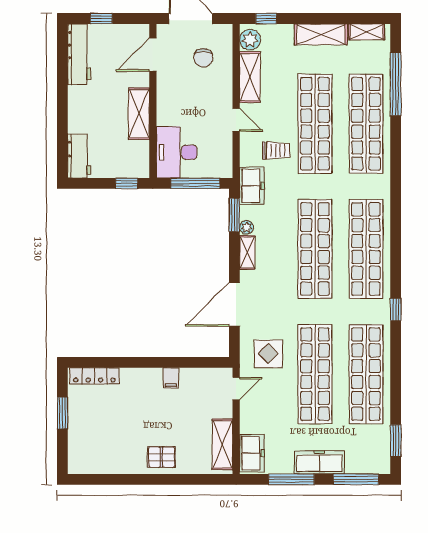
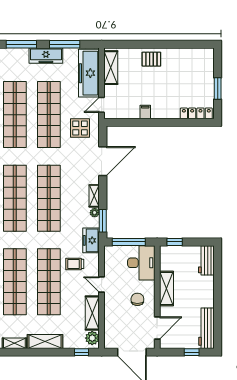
chair: (203, 58) -> (137, 299), moved
freezer: (252, 453) -> (89, 73), width x1.91, depth x1.26

